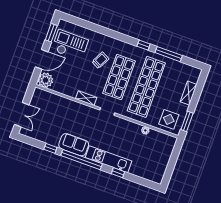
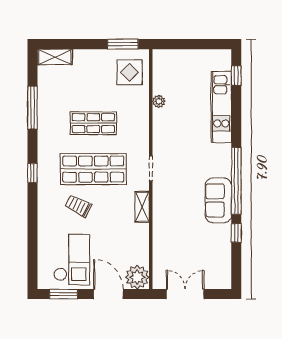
checkout: (70, 45) -> (72, 260), turned 180
window: (144, 45) -> (32, 173), moved
shop shelf: (146, 87) -> (93, 123), width x0.50, depth x0.74
shelving: (189, 93) -> (55, 57), moved
double door: (22, 115) -> (185, 294), moved
kitchen unit: (108, 159) -> (221, 107), moved
window: (118, 173) -> (236, 76), moved

